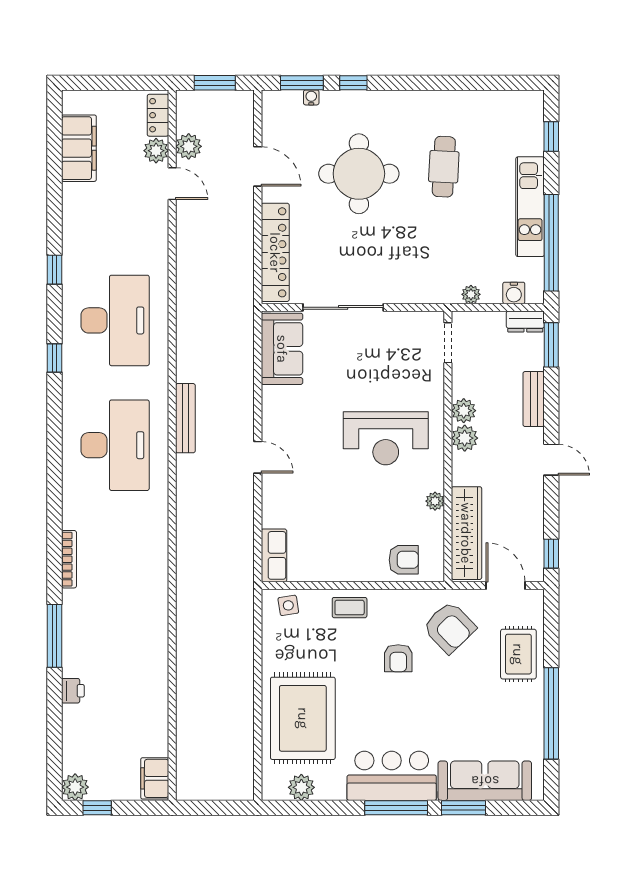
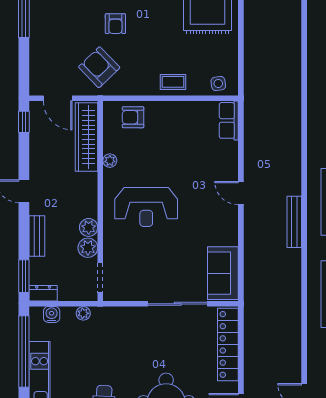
reception desk: (386, 438) -> (146, 207), turned 180
plant: (465, 438) -> (88, 248), moved
rug: (518, 654) -> (48, 48), removed
armchair: (398, 658) -> (115, 24), moved, turned 180

